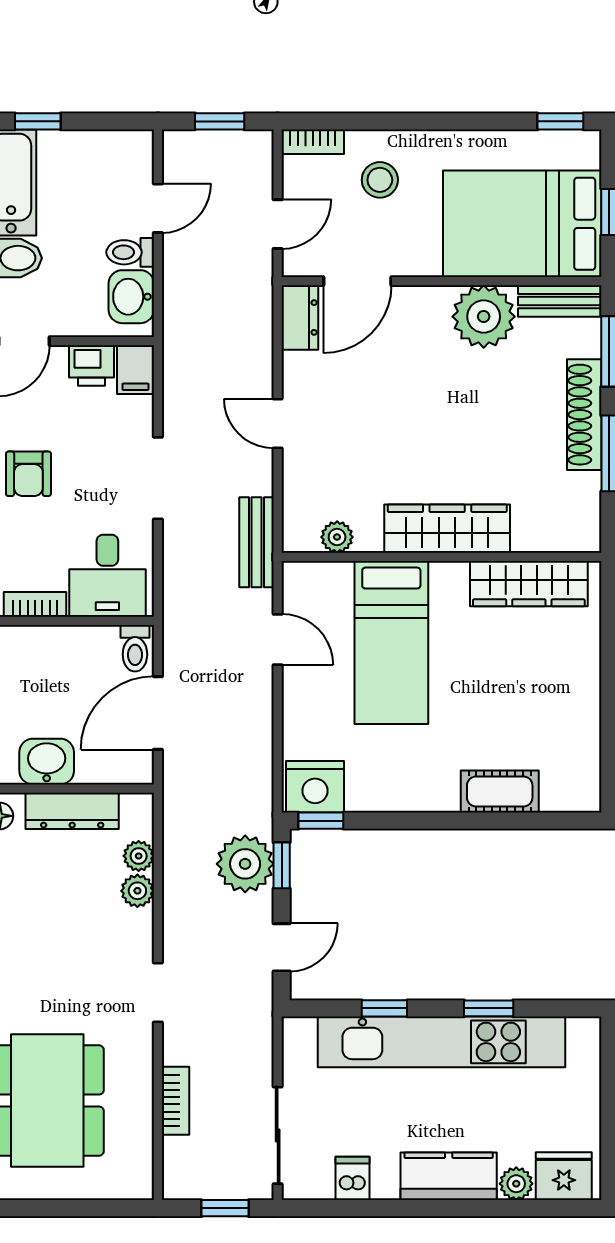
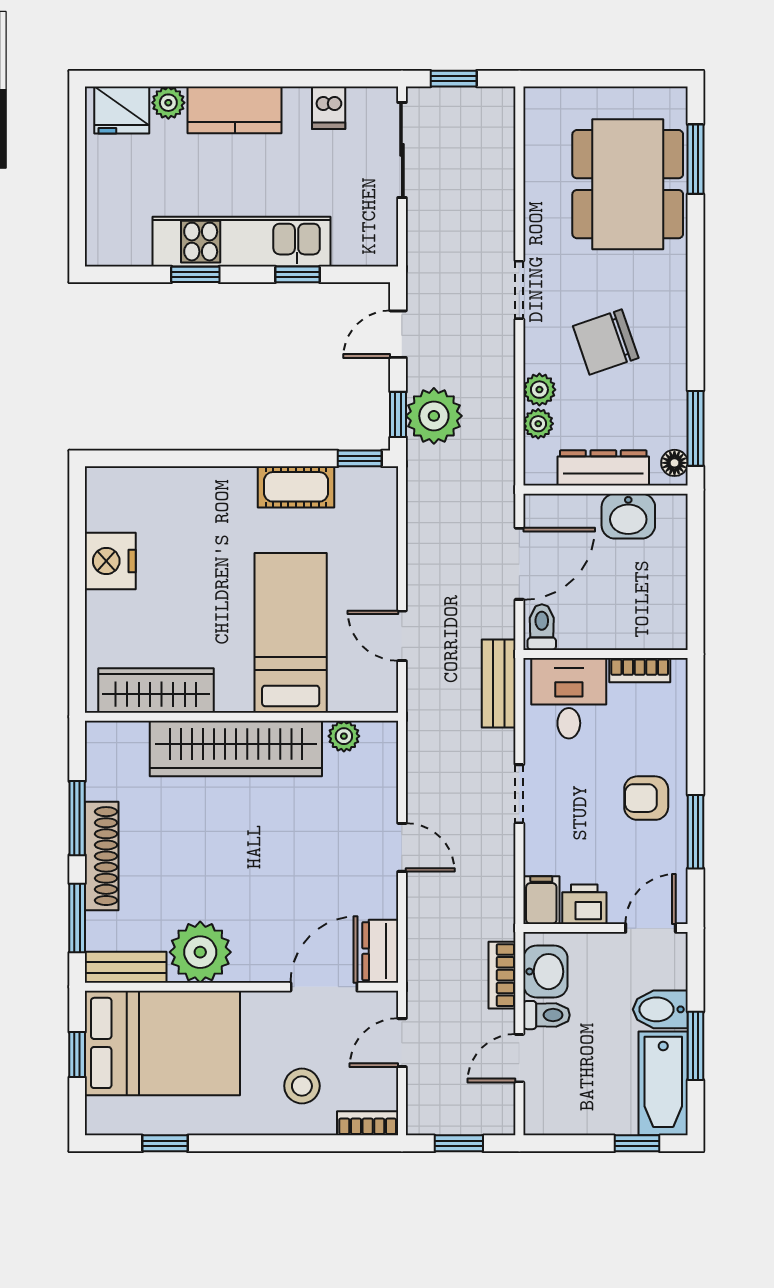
window: (560, 121) -> (165, 1143), moved
armchair: (28, 474) -> (646, 798), turned -90
doorway: (158, 478) -> (519, 794), width x0.73
wardrobe: (447, 529) -> (236, 748), width x1.40, depth x1.17
bench: (256, 542) -> (499, 684), moved
nightstand: (315, 787) -> (110, 561), moved, turned -90
cot: (500, 792) -> (296, 487), moved
chair: (70, 939) -> (606, 342), added
kitchen unit: (441, 1042) -> (242, 242), width x0.73
bookcase: (175, 1101) -> (502, 975), moved

